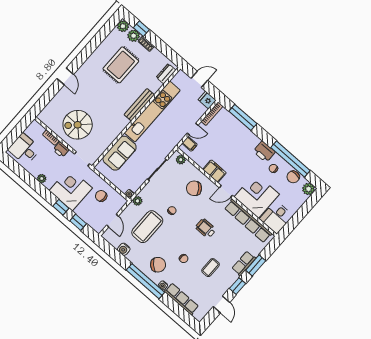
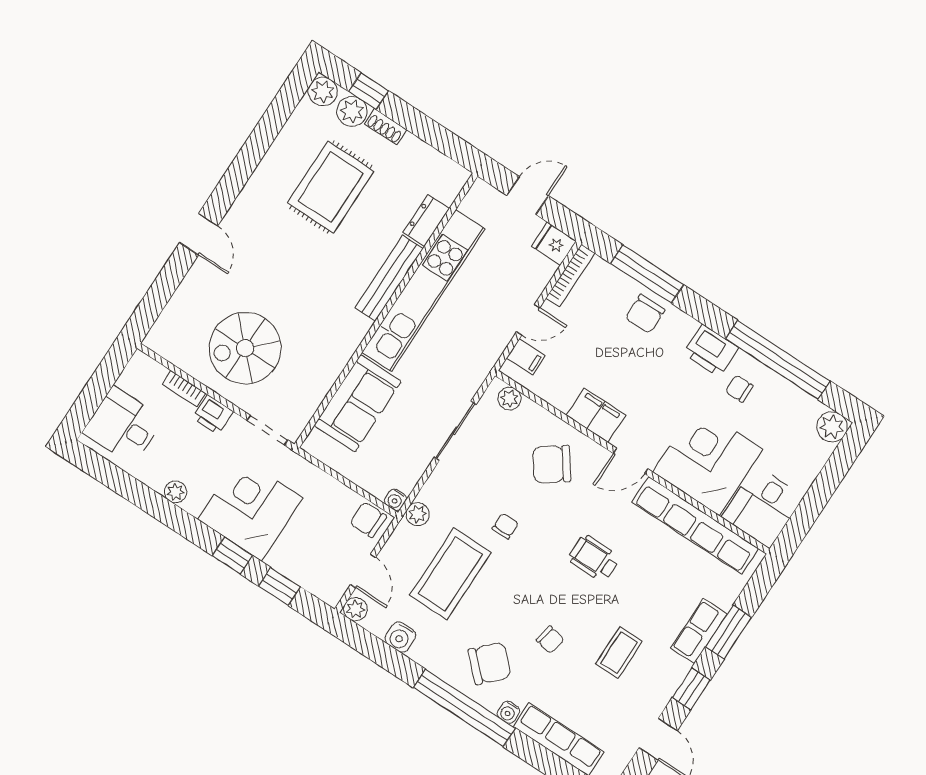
dresser: (166, 74) -> (426, 220), moved
chair: (293, 177) -> (645, 314), moved
chair: (101, 196) -> (368, 520), moved
plant: (107, 236) -> (355, 609), added

